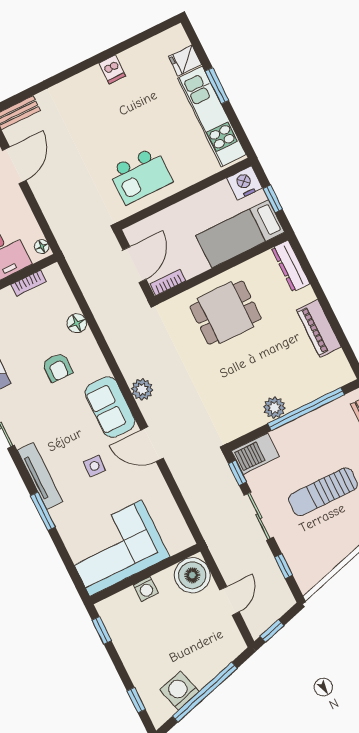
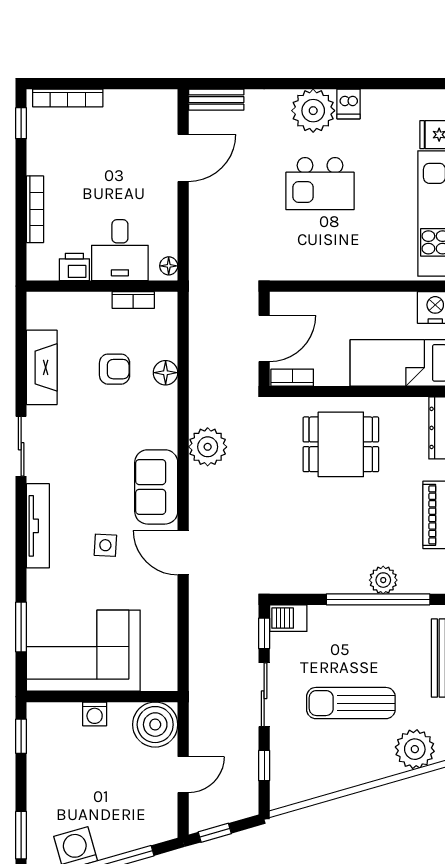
plant: (90, 87) -> (313, 111), added
kitchen island: (140, 176) -> (320, 184), moved
armchair: (57, 367) -> (115, 369), moved, turned -90
plant: (142, 389) -> (208, 447), moved, width x1.36, depth x1.36
plant: (274, 408) -> (383, 580), moved
barbecue: (255, 454) -> (288, 618), width x0.73, depth x0.79
window: (43, 511) -> (21, 627), moved
window: (136, 700) -> (21, 835), width x1.50

